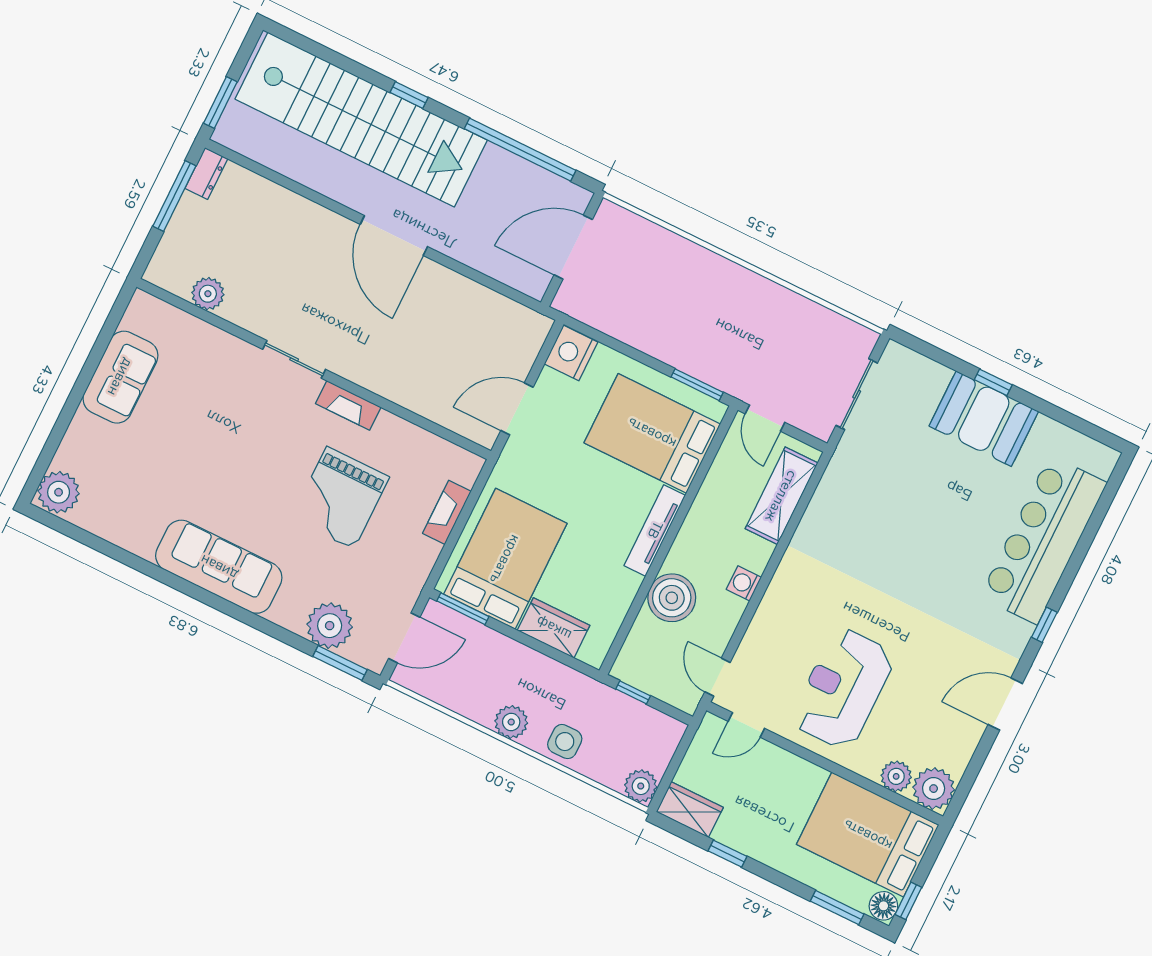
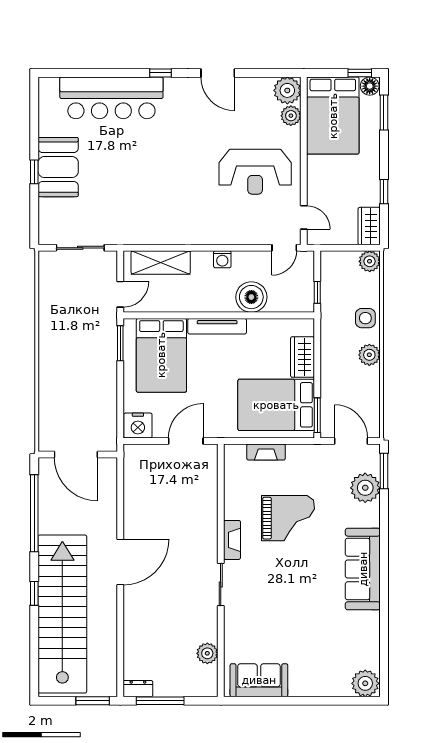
sofa: (120, 377) -> (259, 680), moved
door: (517, 409) -> (186, 441), swing flipped

